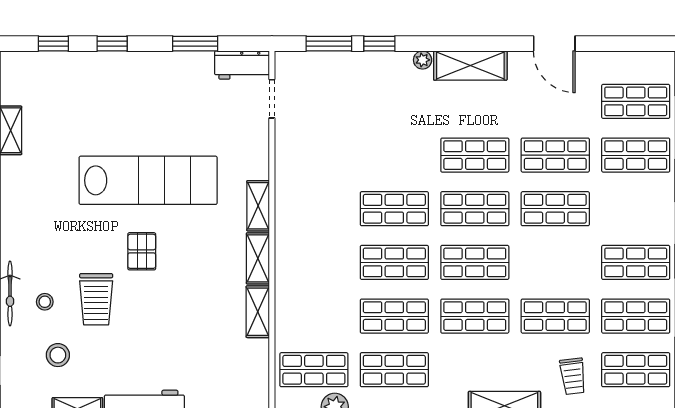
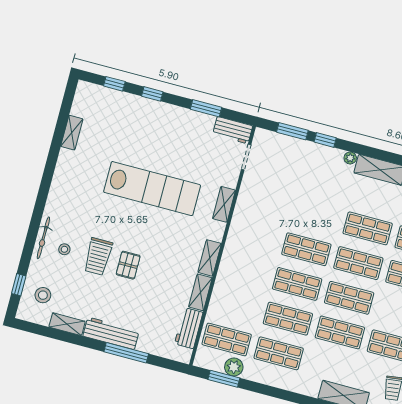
shelving: (258, 206) -> (224, 204), moved
pallet: (142, 251) -> (128, 265), moved
stool: (58, 355) -> (43, 295), moved
workbench: (255, 368) -> (189, 328), added

